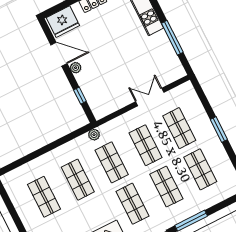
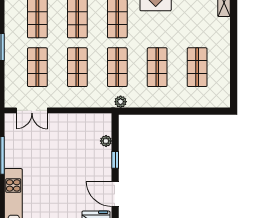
plant: (76, 68) -> (106, 141), moved
window: (80, 96) -> (115, 160), moved
double door: (150, 97) -> (32, 110), moved

